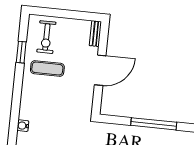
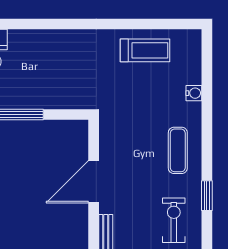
exercise mat: (47, 69) -> (178, 150), moved, turned 90

